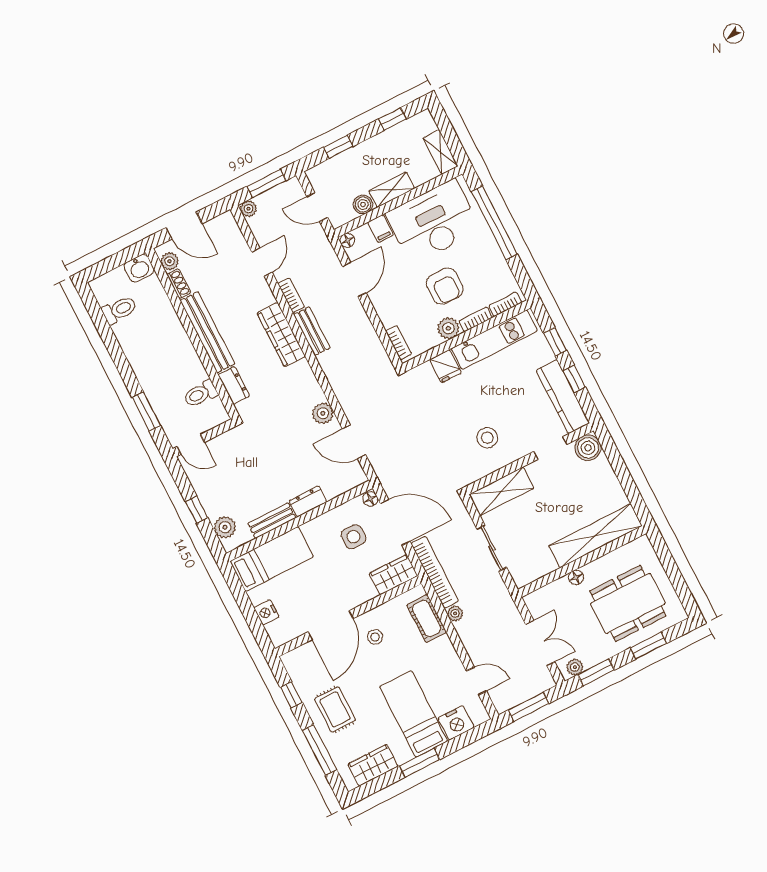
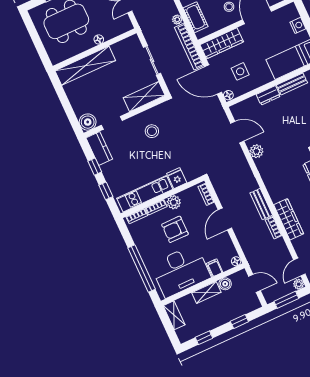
door: (262, 262) -> (299, 267), moved
door: (354, 280) -> (225, 219), moved
armchair: (445, 286) -> (175, 229), turned -90
wardrobe: (281, 335) -> (289, 219), moved
kitchen counter: (563, 397) -> (99, 148), width x0.67
wardrobe: (393, 575) -> (222, 43), width x1.50

